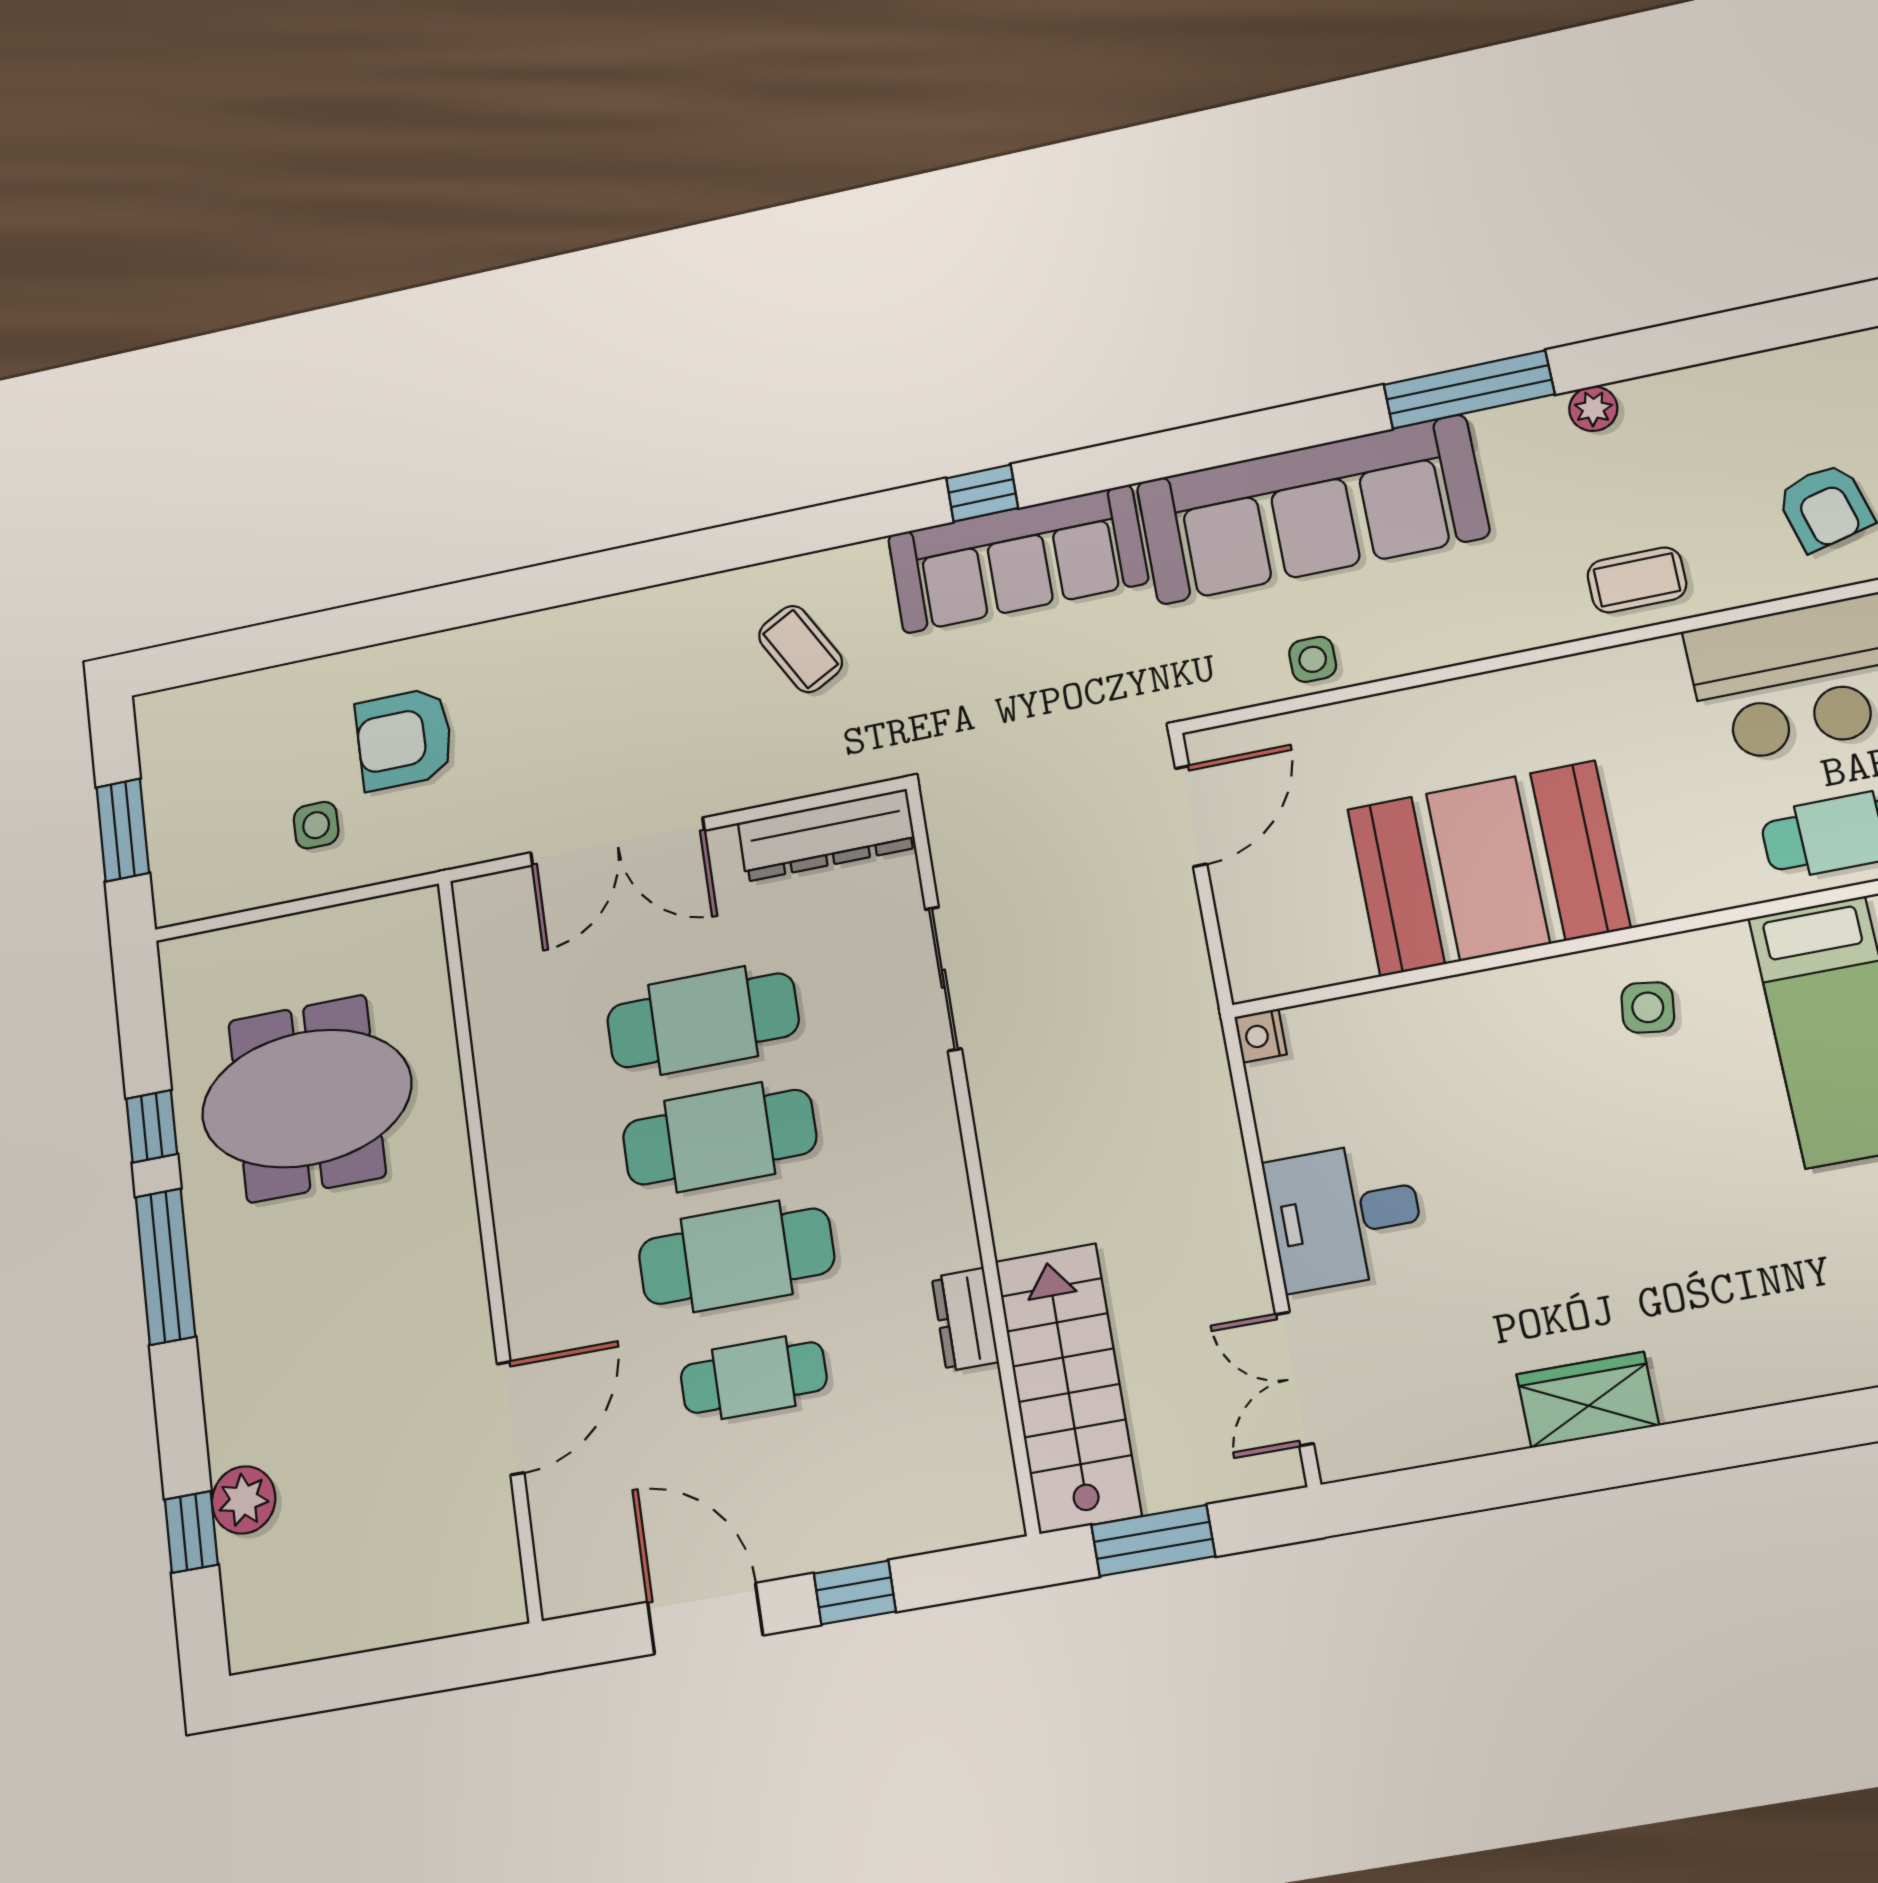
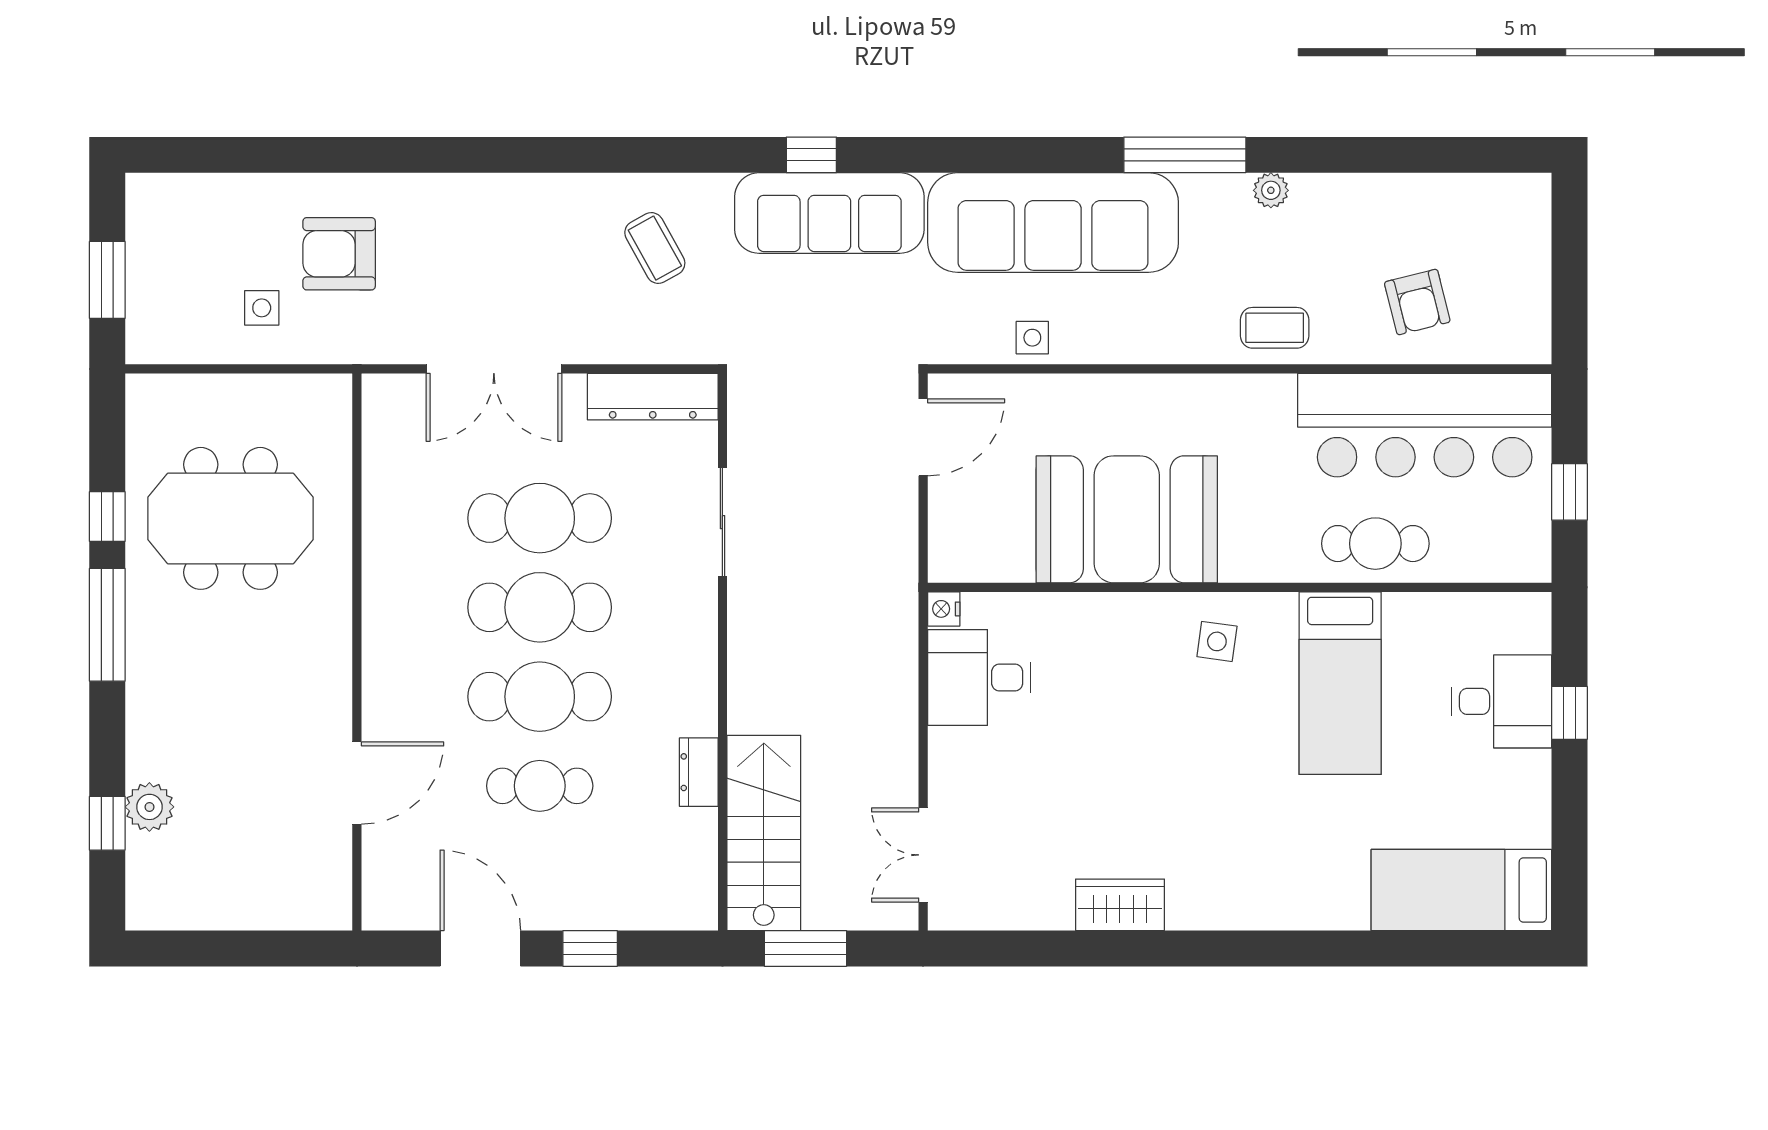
desk: (1345, 1215) -> (979, 677), moved

